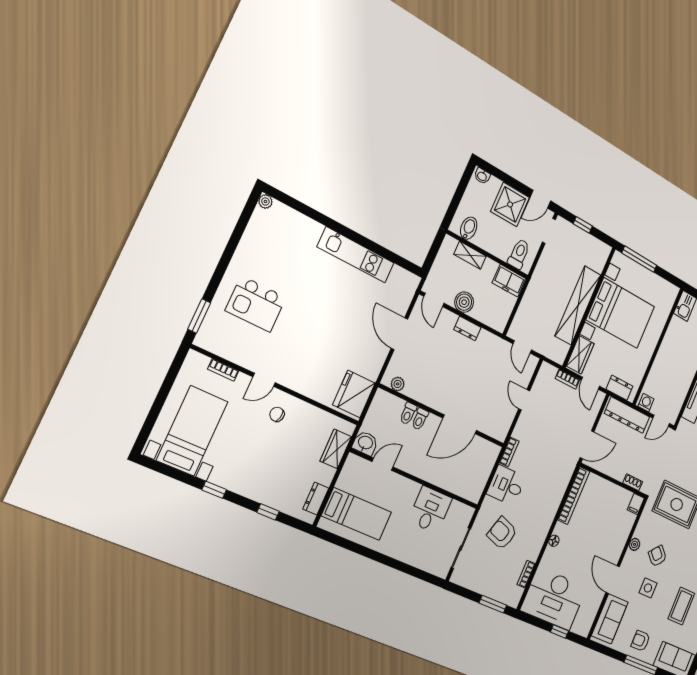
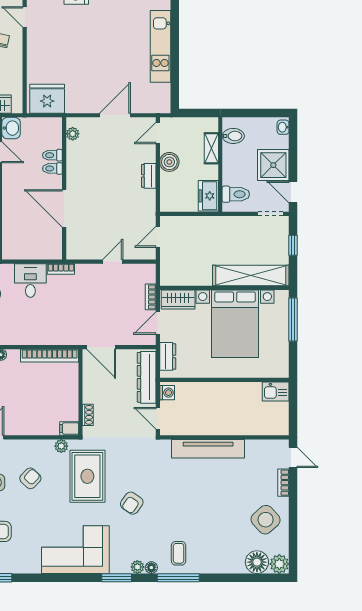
shelving: (578, 305) -> (251, 275), moved
plant: (634, 544) -> (61, 446), moved

